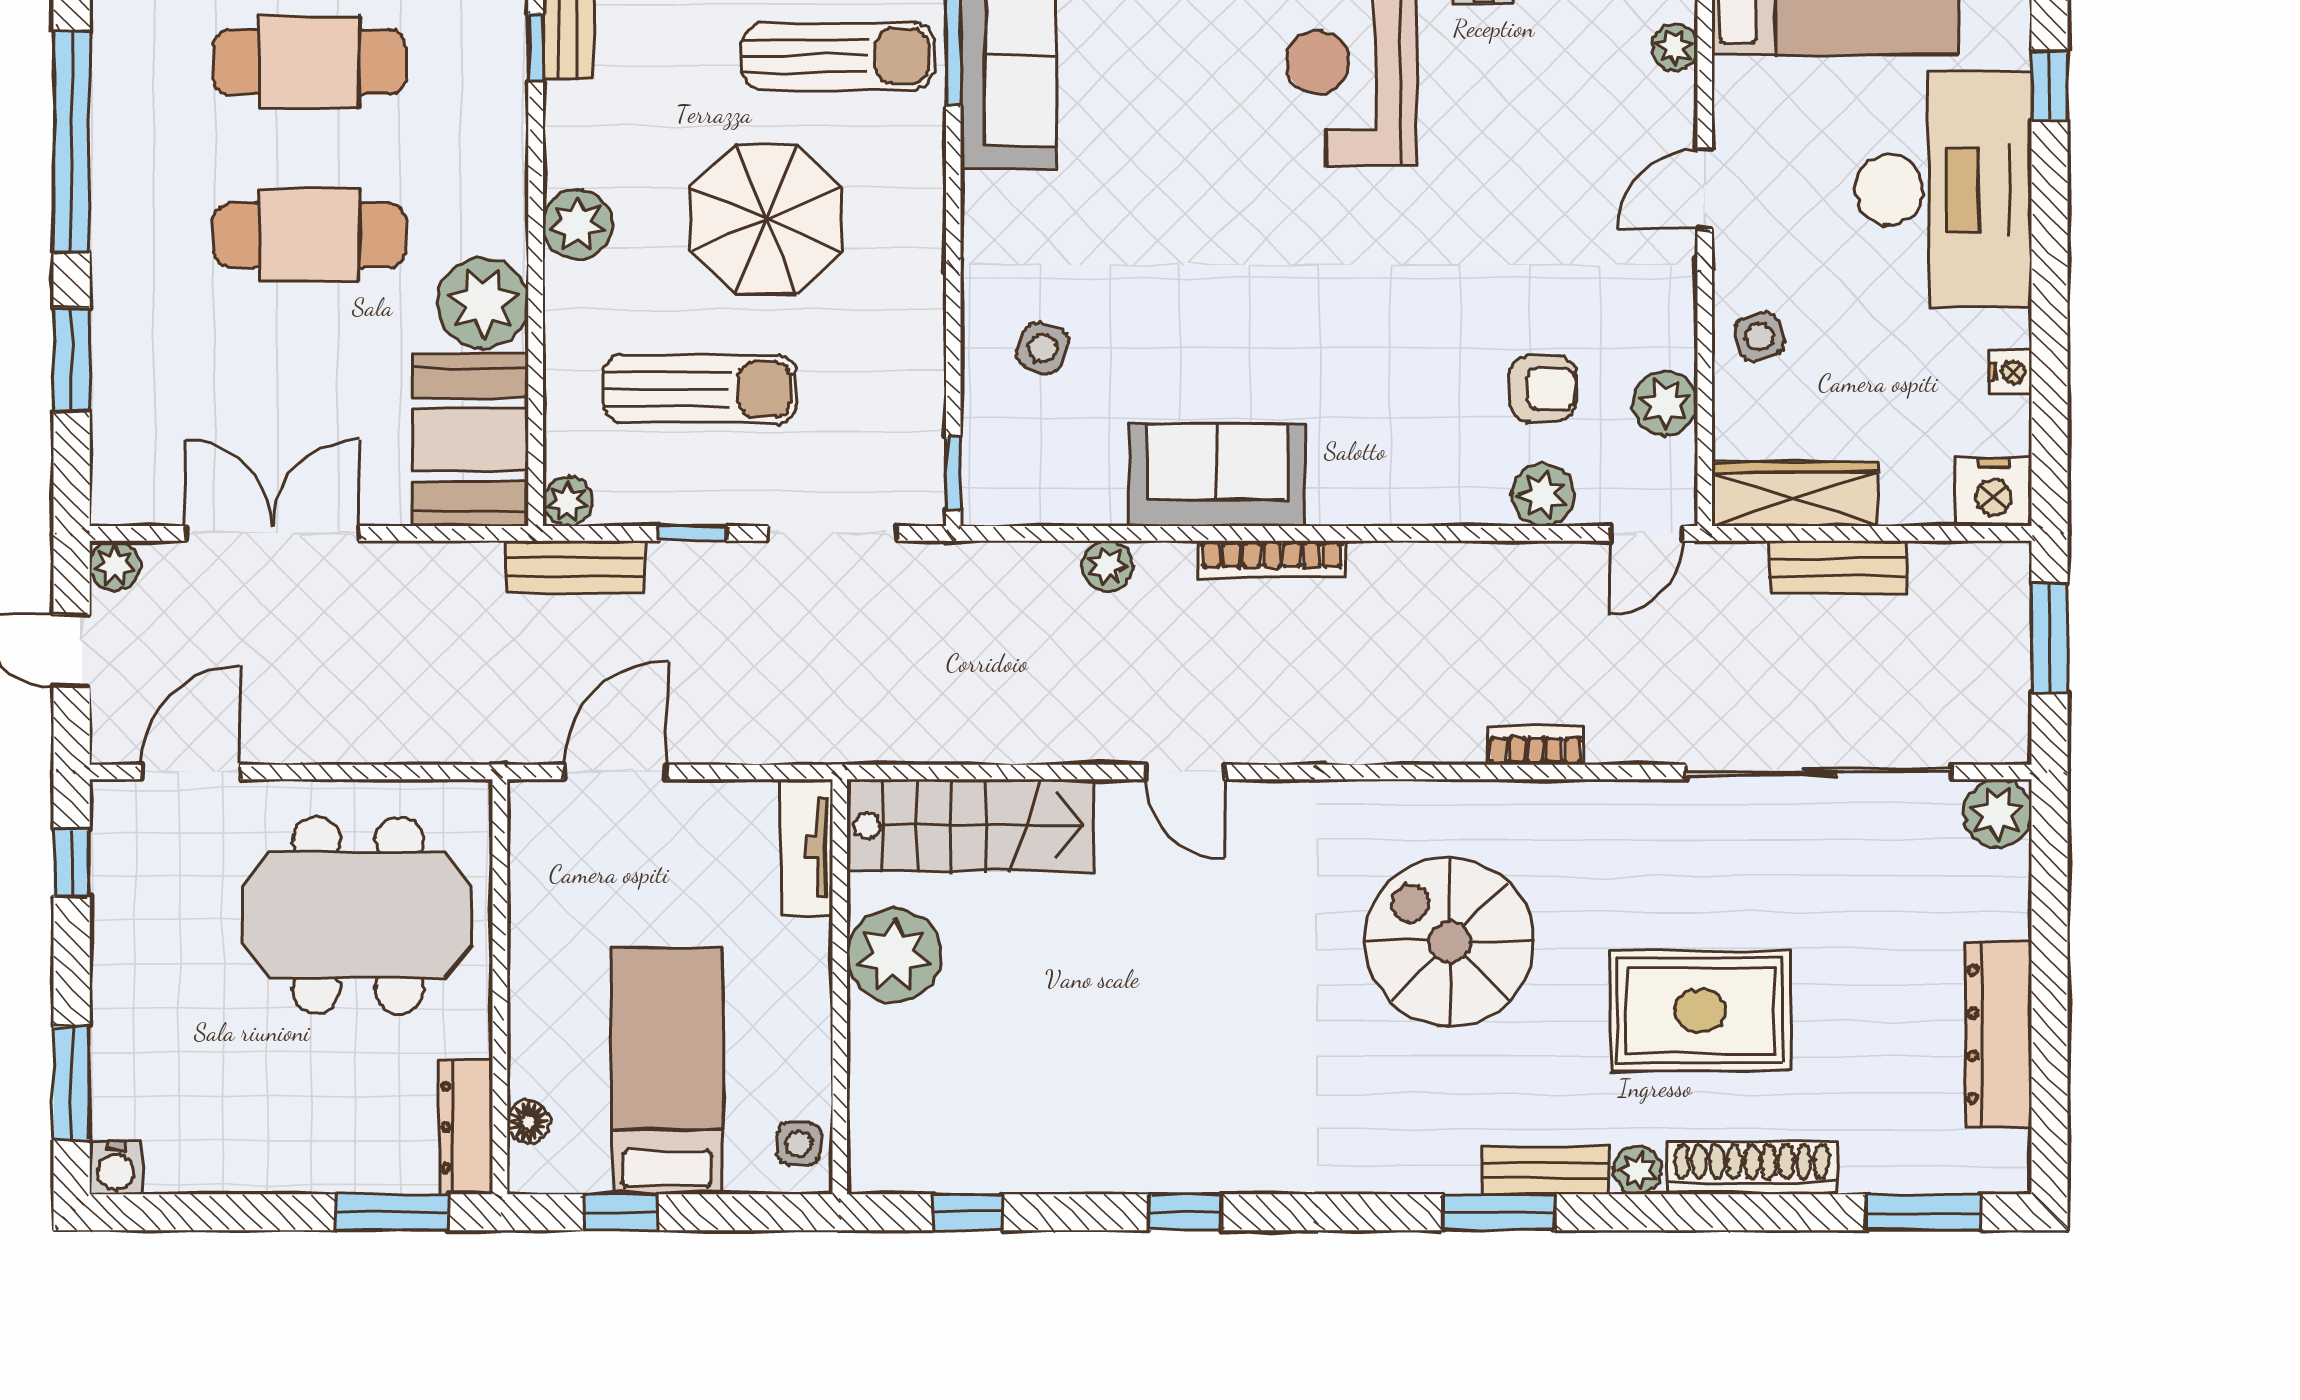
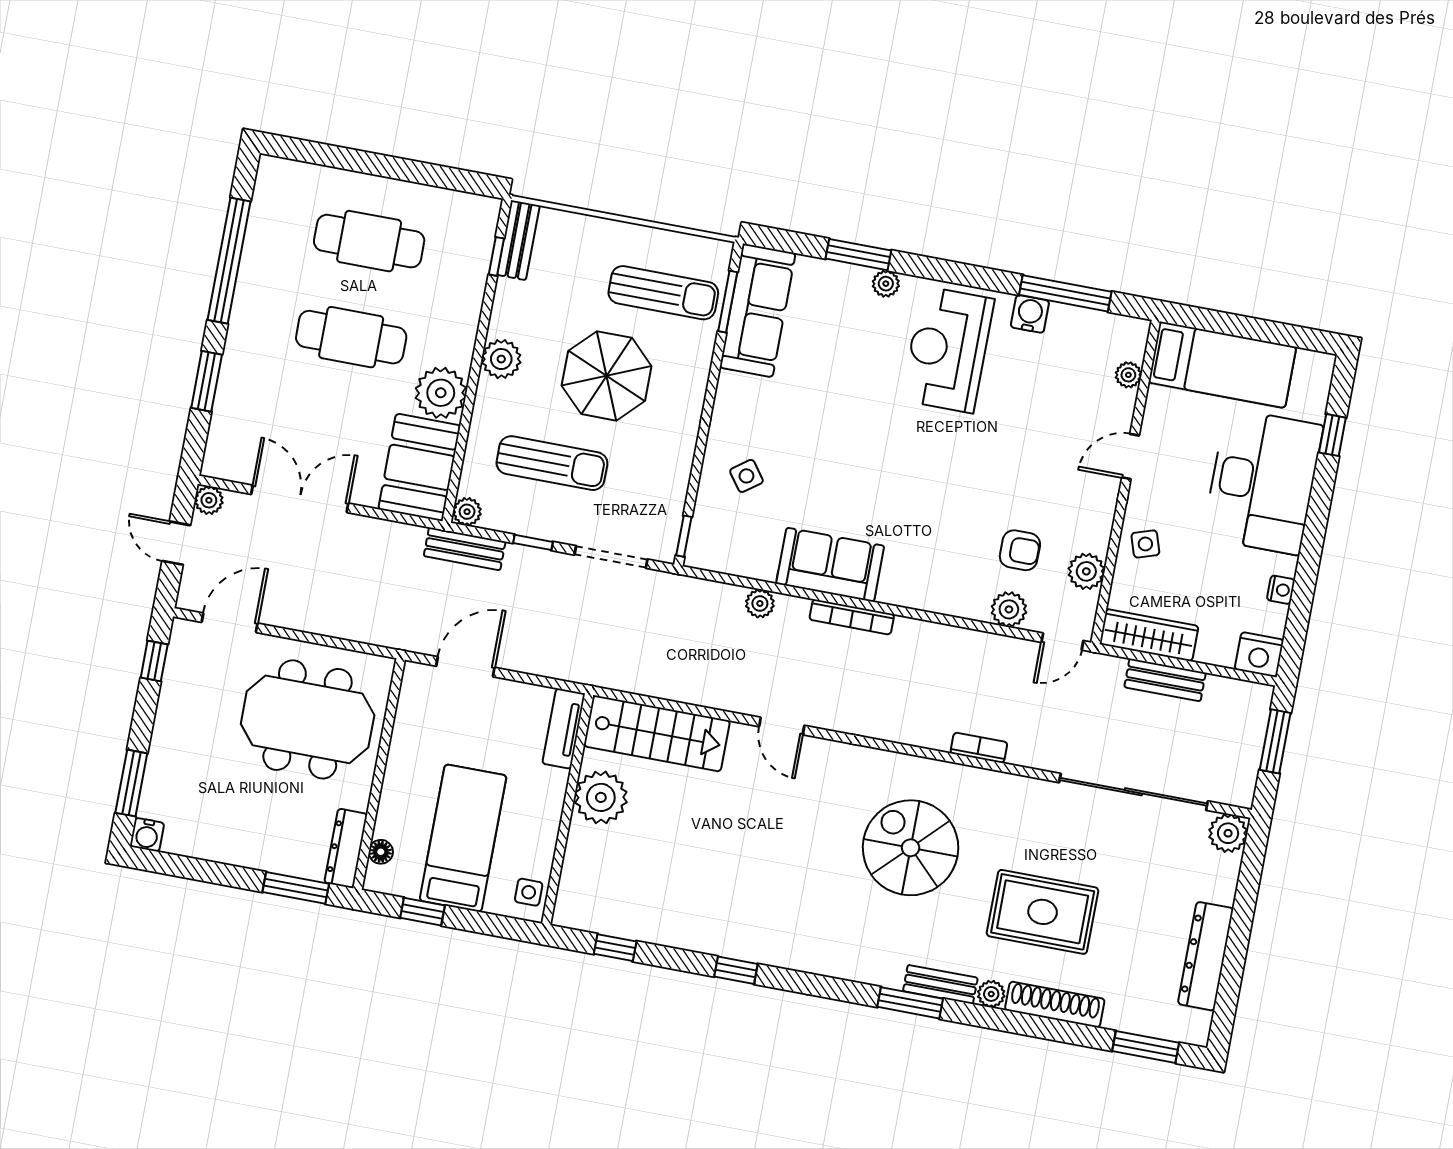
side table: (1043, 348) -> (746, 476), turned 33

